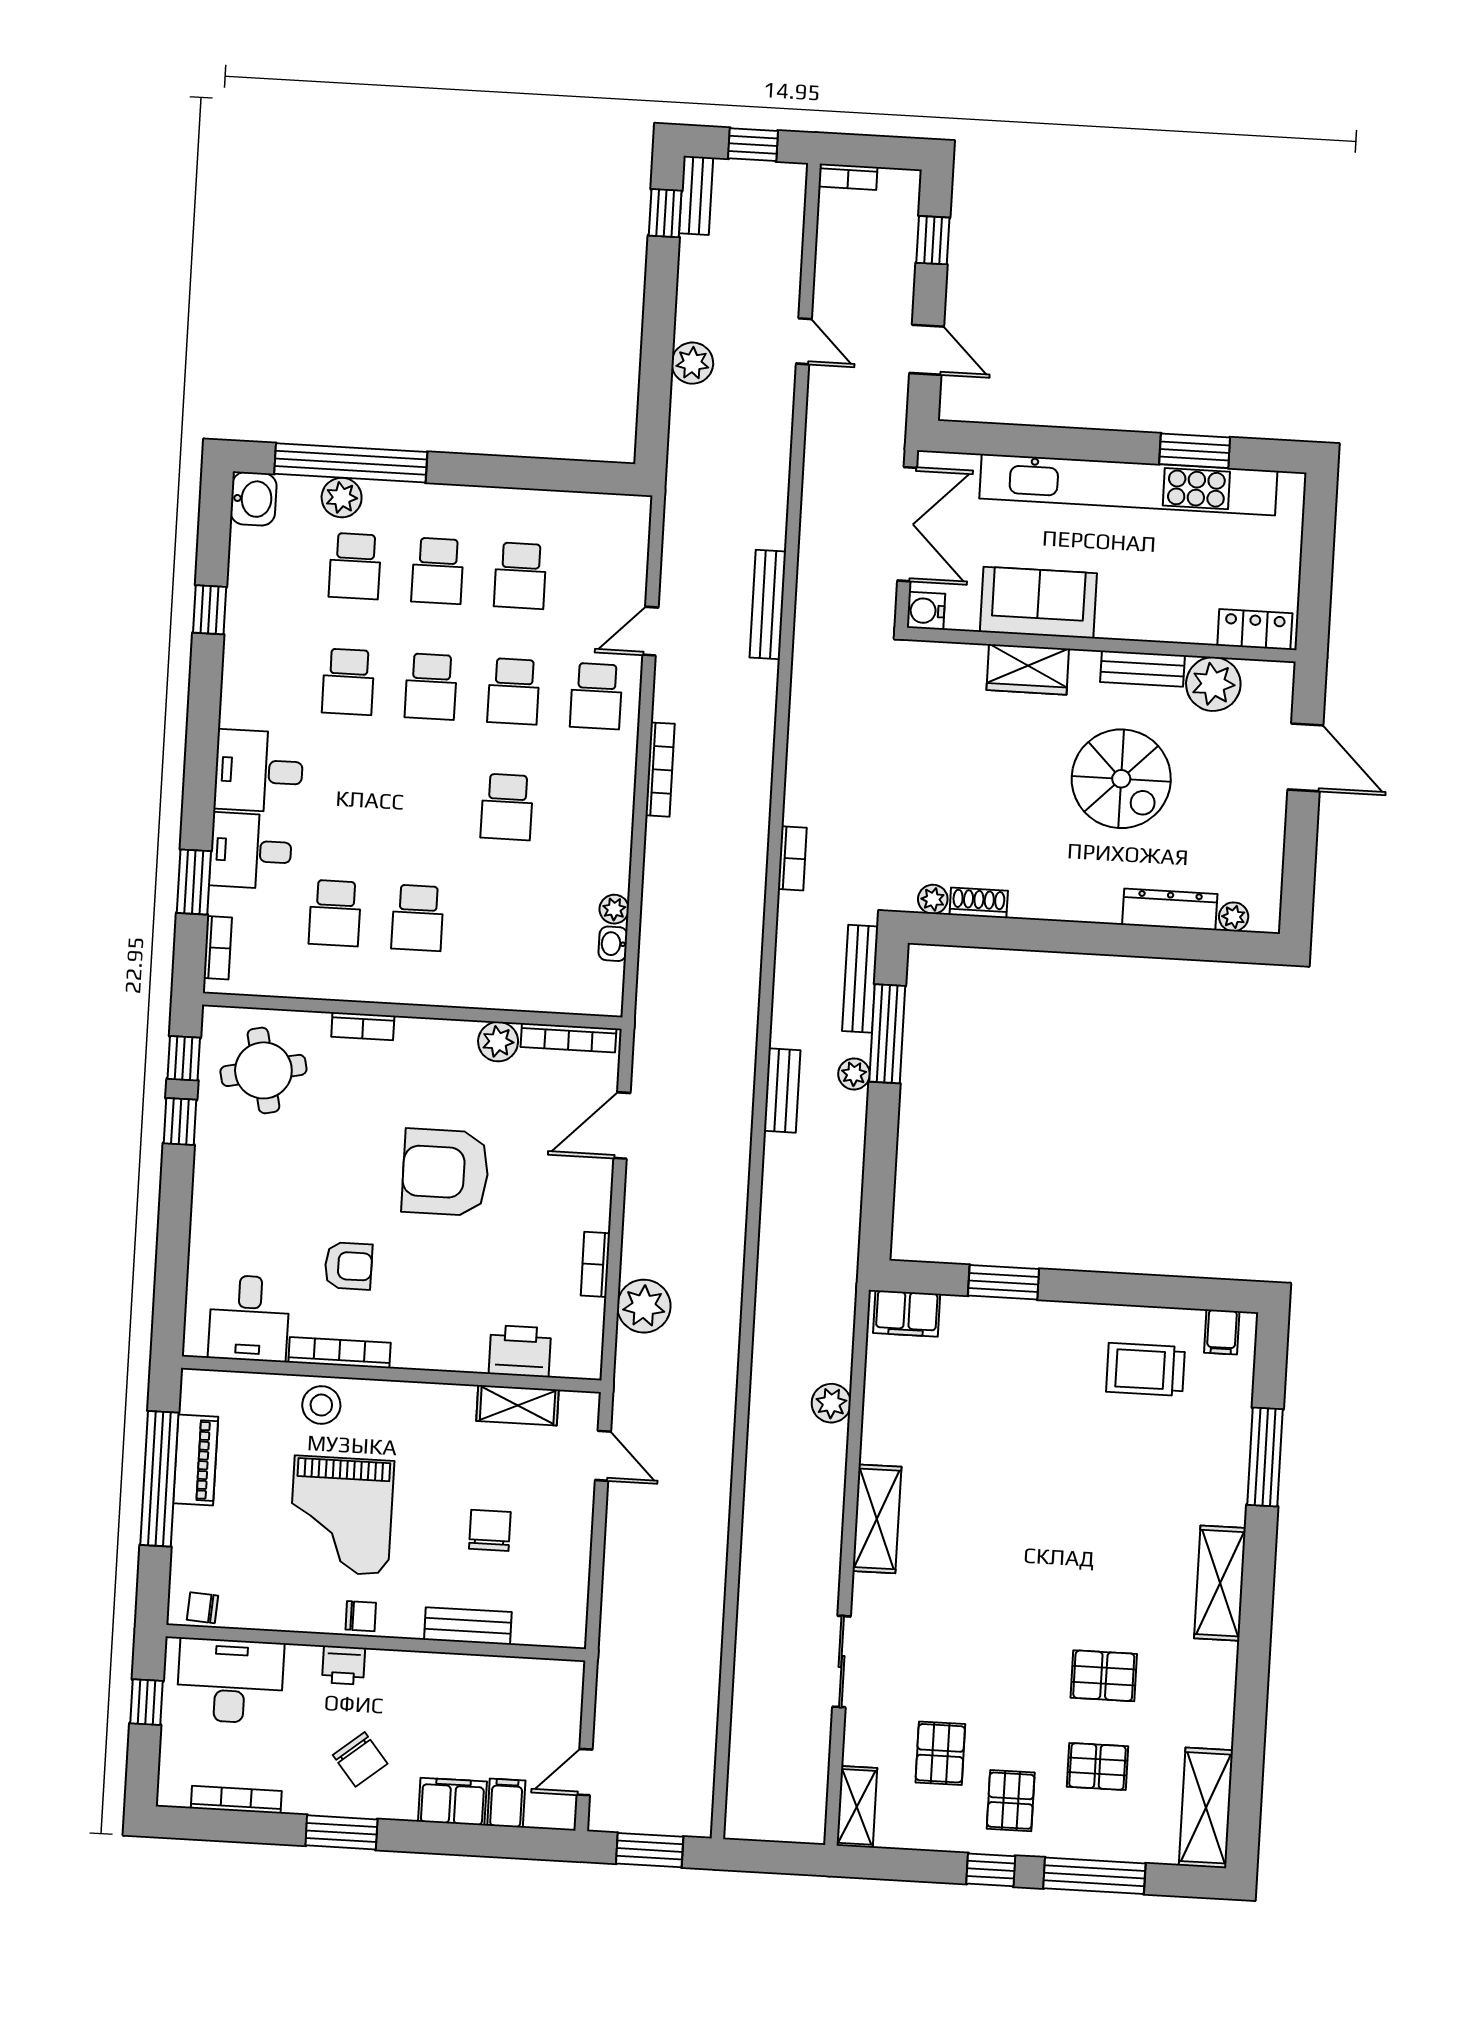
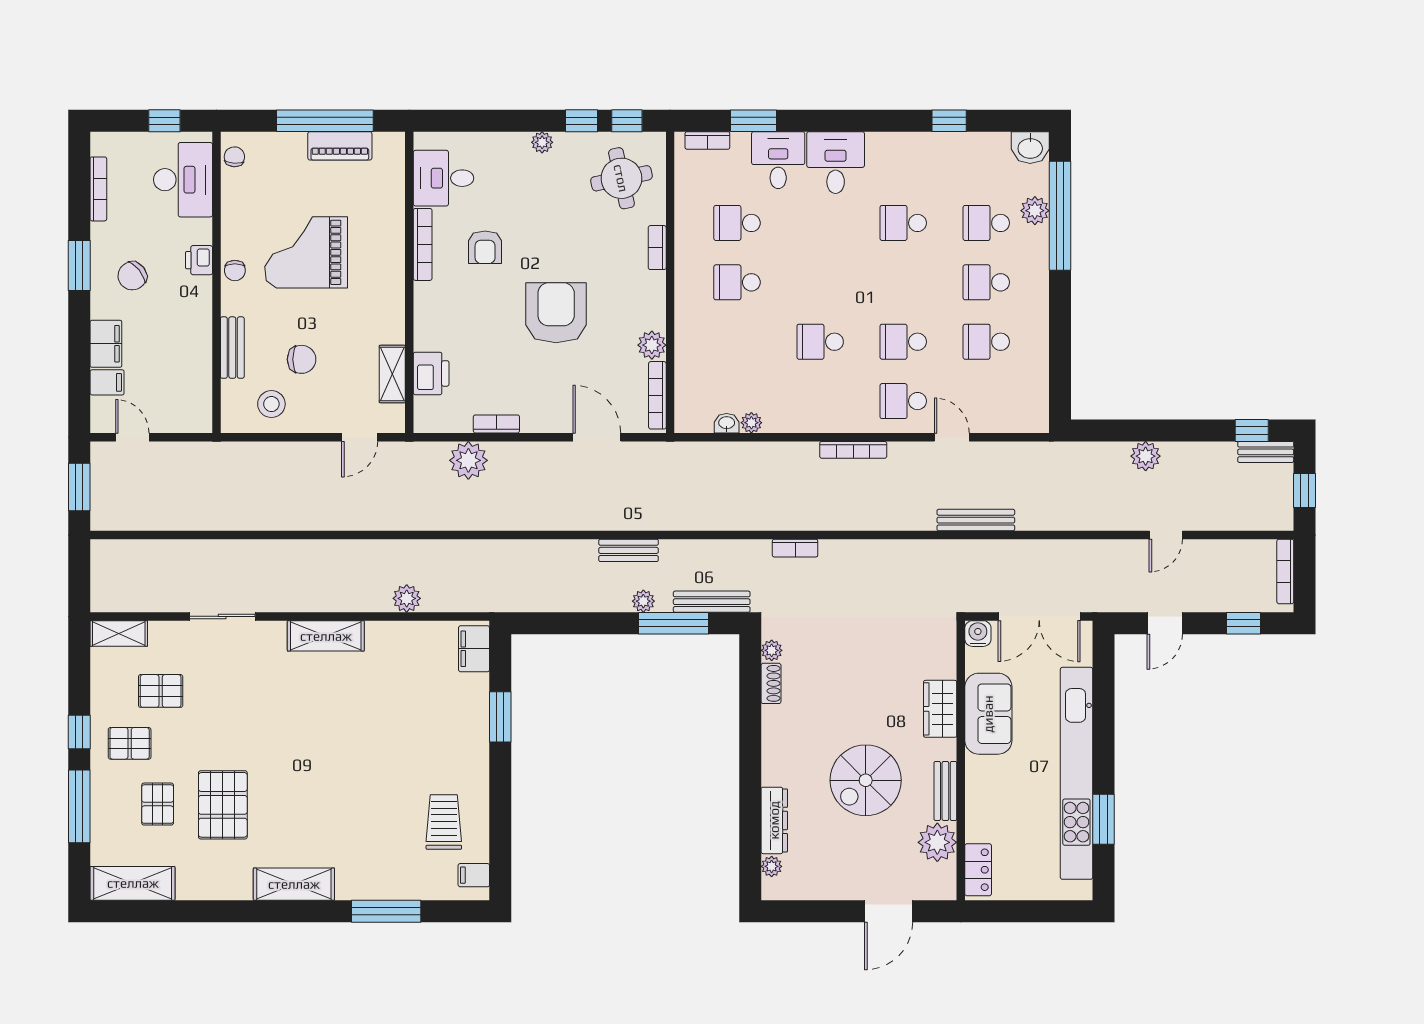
bookcase: (848, 177) -> (1285, 571), width x1.56
school desk: (431, 687) -> (903, 282), removed
plant: (207, 1178) -> (542, 142), added
stool: (321, 1405) -> (271, 404), moved
pallet: (1104, 1676) -> (223, 805), width x1.50, depth x1.42

